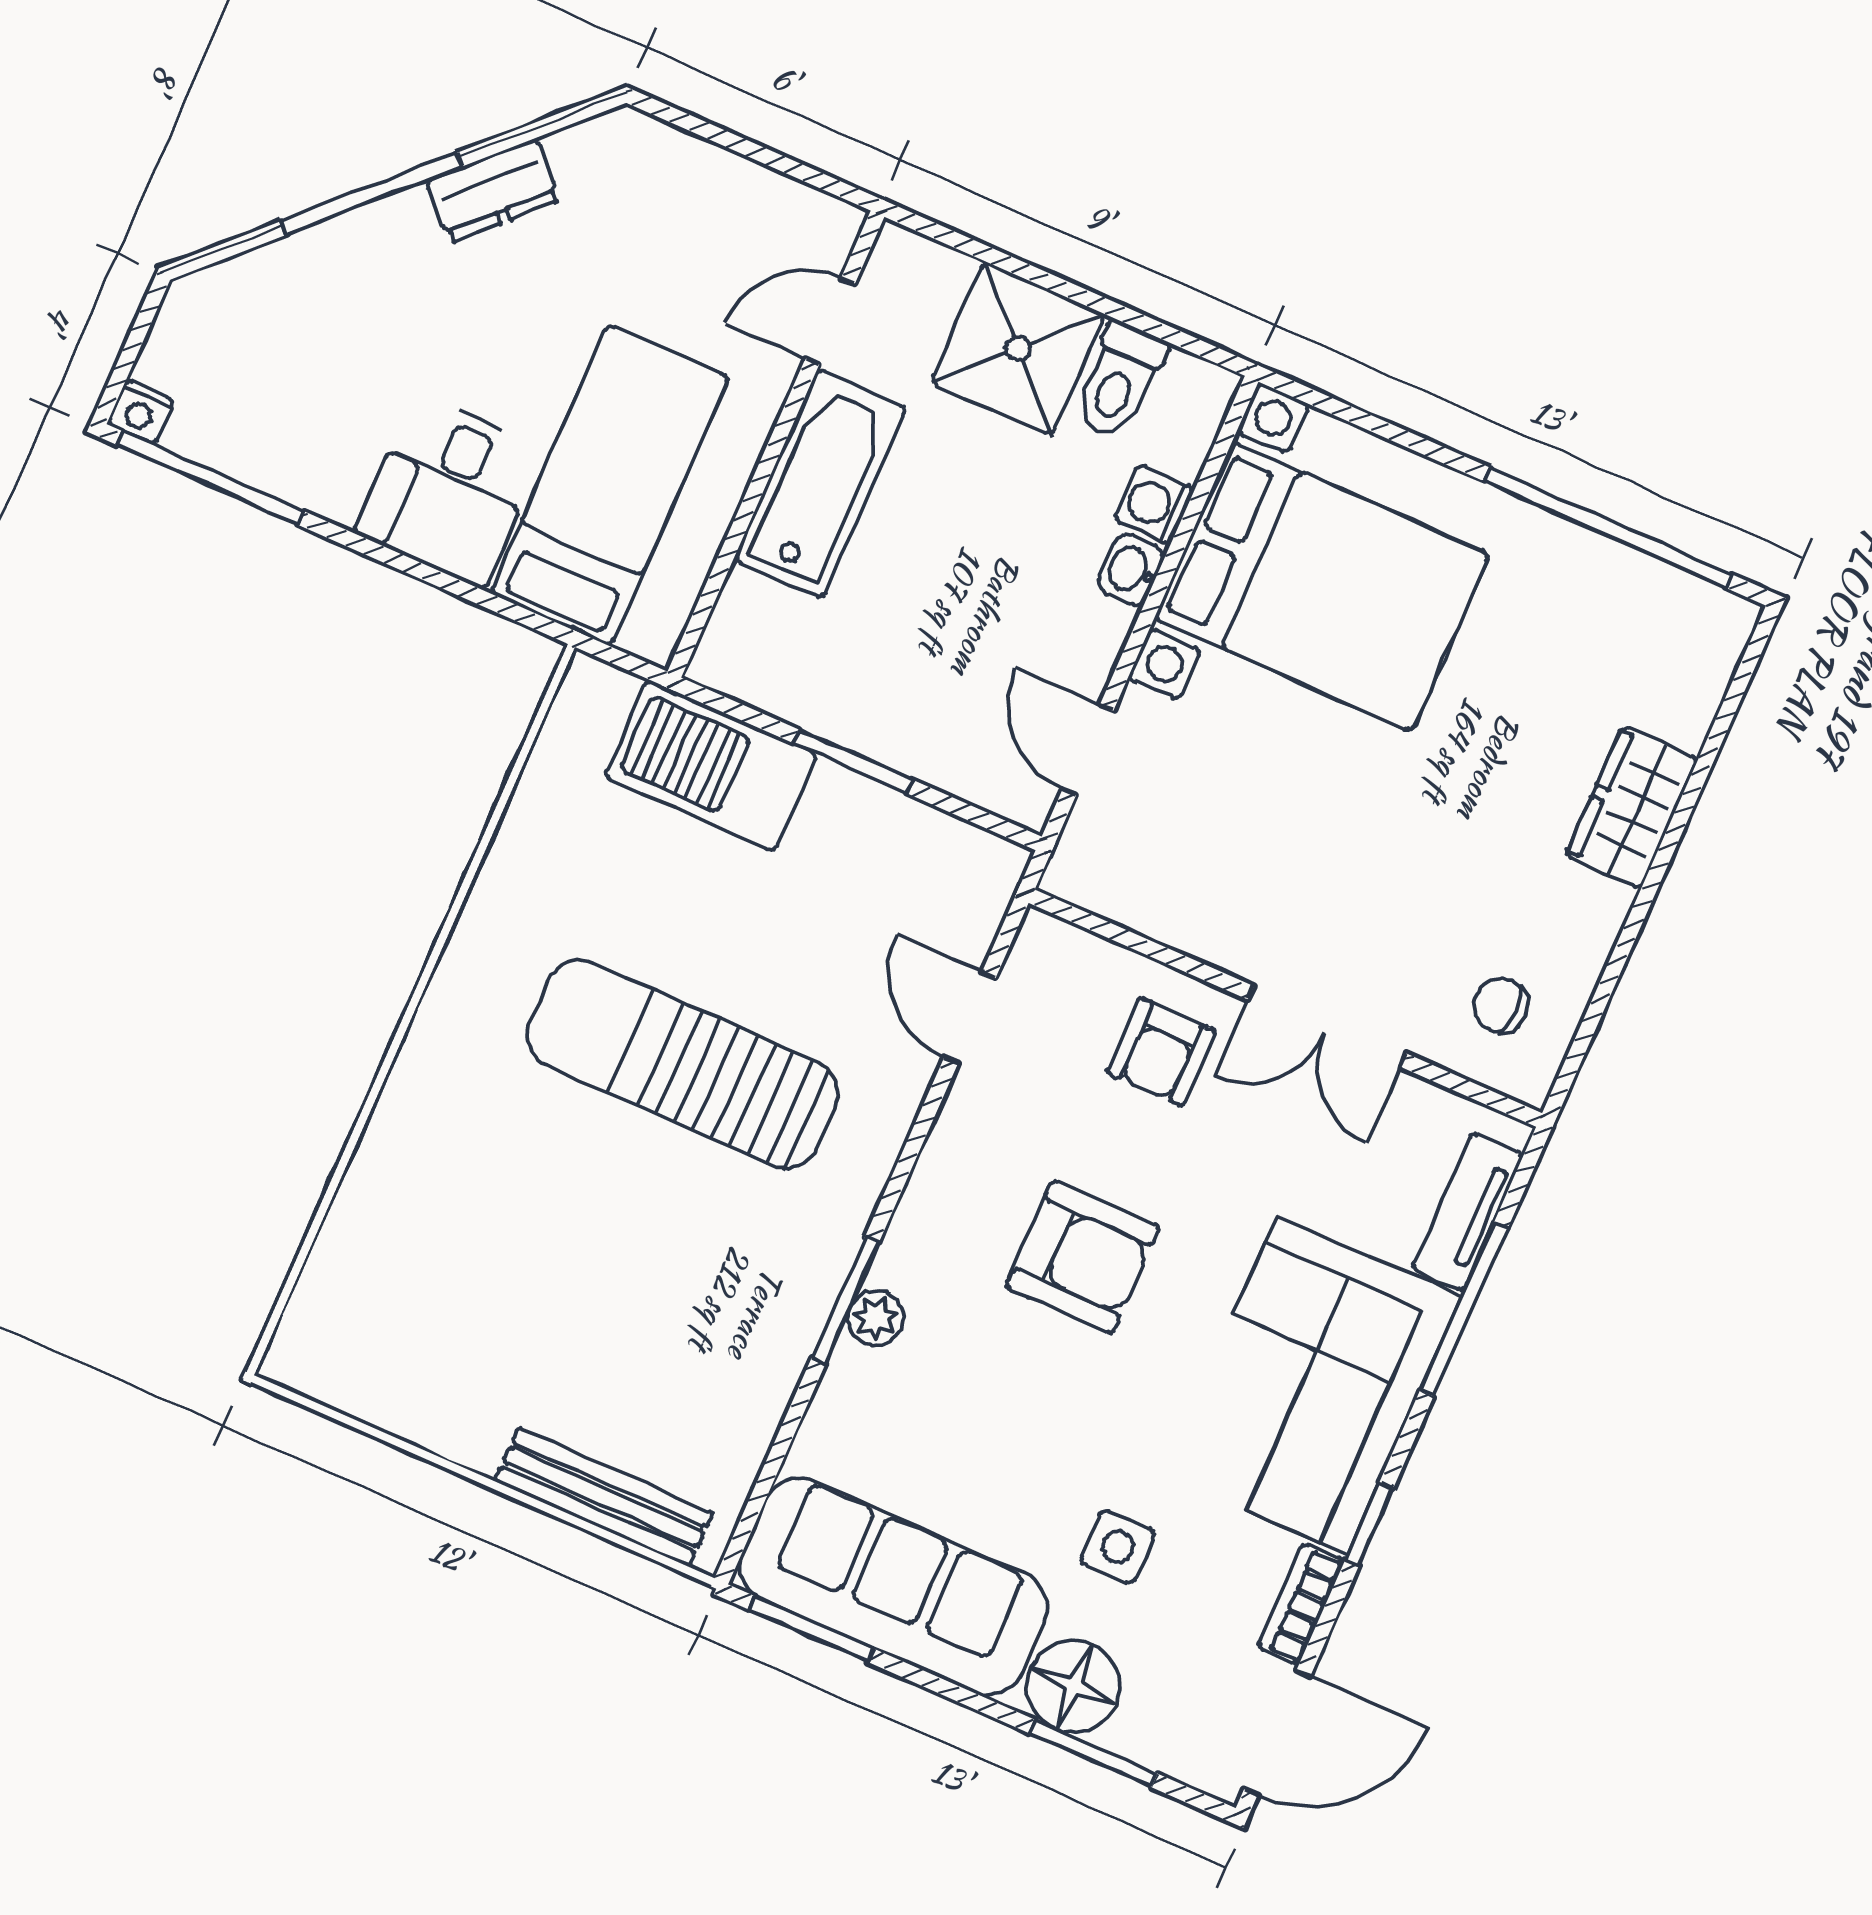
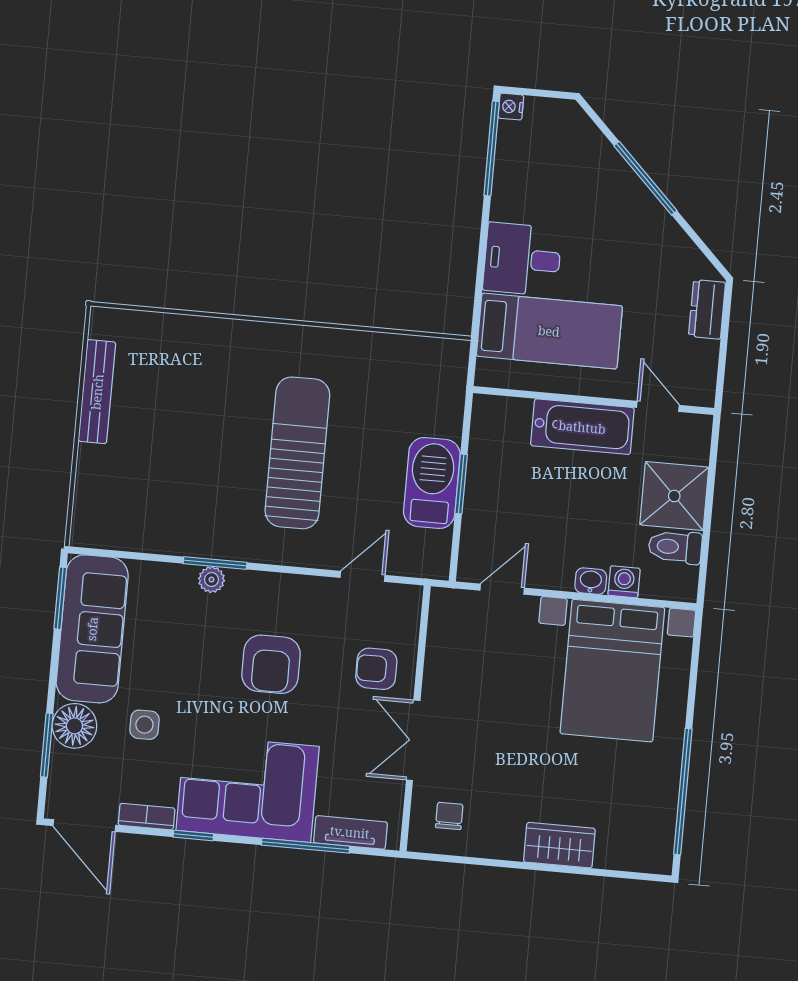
dresser: (493, 190) -> (707, 309), moved, turned 45
barbecue: (711, 765) -> (432, 483), moved
bench: (604, 1497) -> (97, 392), moved

